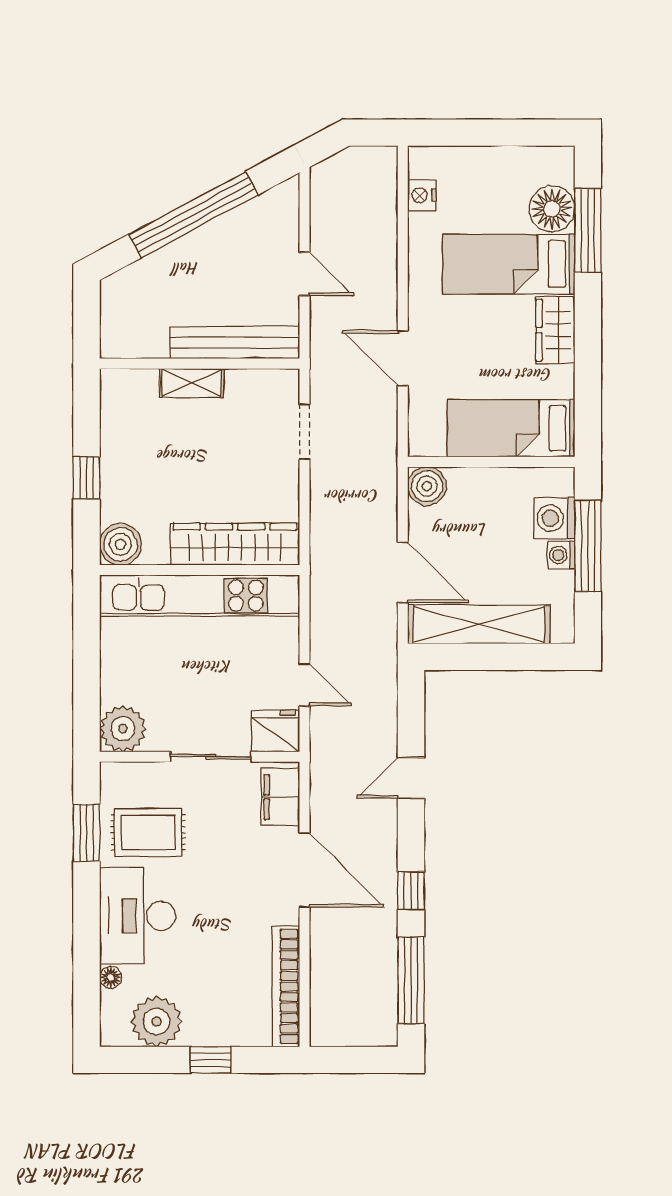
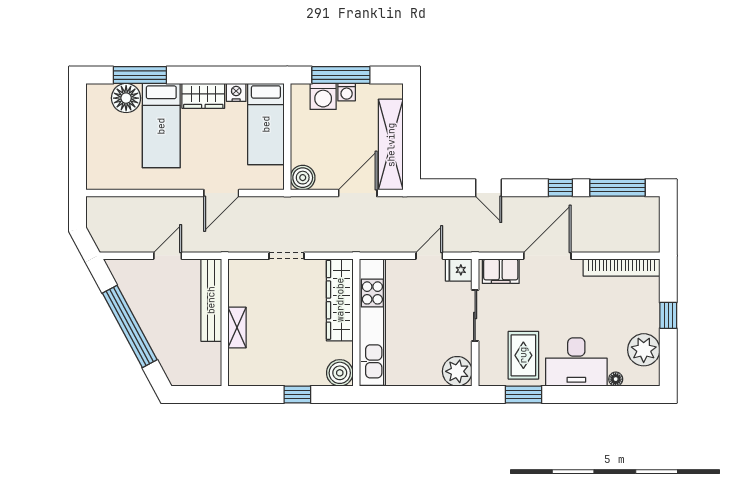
nightstand: (422, 195) -> (236, 92), moved, turned 180
doorway: (304, 432) -> (287, 256), moved
fridge: (275, 731) -> (459, 270), width x0.72

